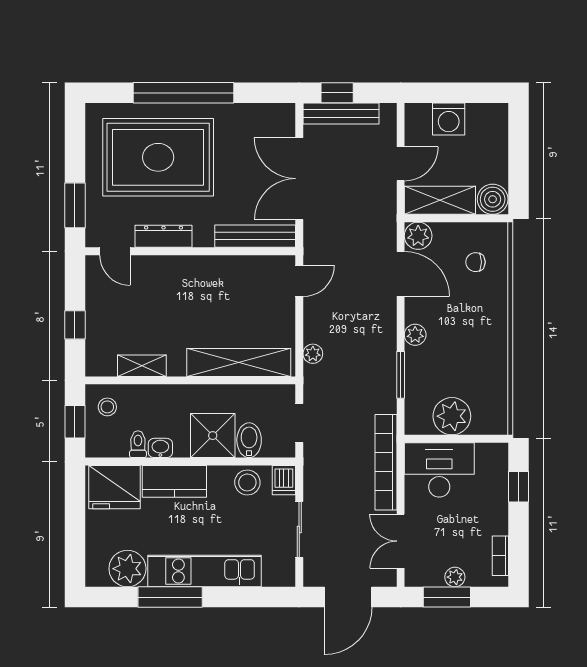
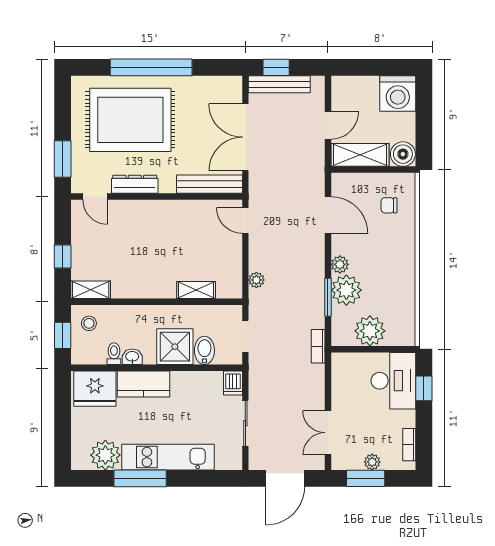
washing machine: (449, 119) -> (398, 94), moved, width x1.37, depth x1.37
plant: (418, 236) -> (346, 290), moved, width x1.36, depth x1.36
door: (299, 281) -> (245, 221), swing flipped
shelving: (239, 362) -> (196, 290), width x0.45, depth x0.75
shelving: (142, 366) -> (91, 290), moved
bookcase: (386, 462) -> (318, 346), width x0.43, depth x0.76
desk: (439, 470) -> (393, 381), moved, turned 90
stool: (247, 482) -> (203, 385), removed

